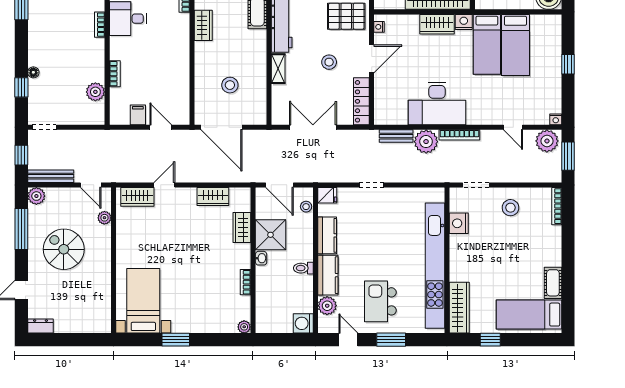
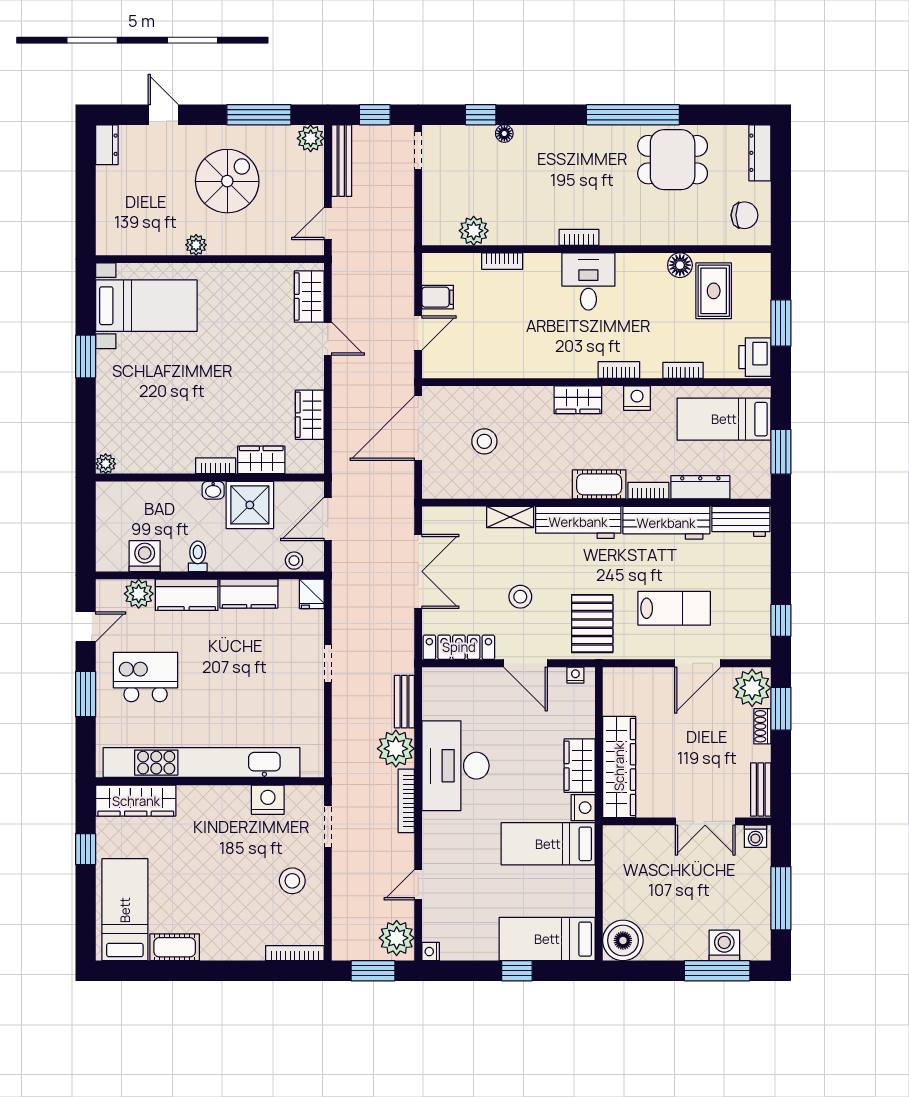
bed: (515, 45) -> (547, 939), moved
plant: (104, 218) -> (196, 245), moved
bookcase: (245, 282) -> (216, 466), moved
washing machine: (303, 323) -> (145, 556), moved

